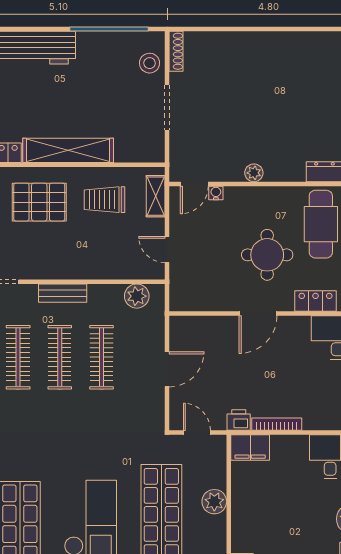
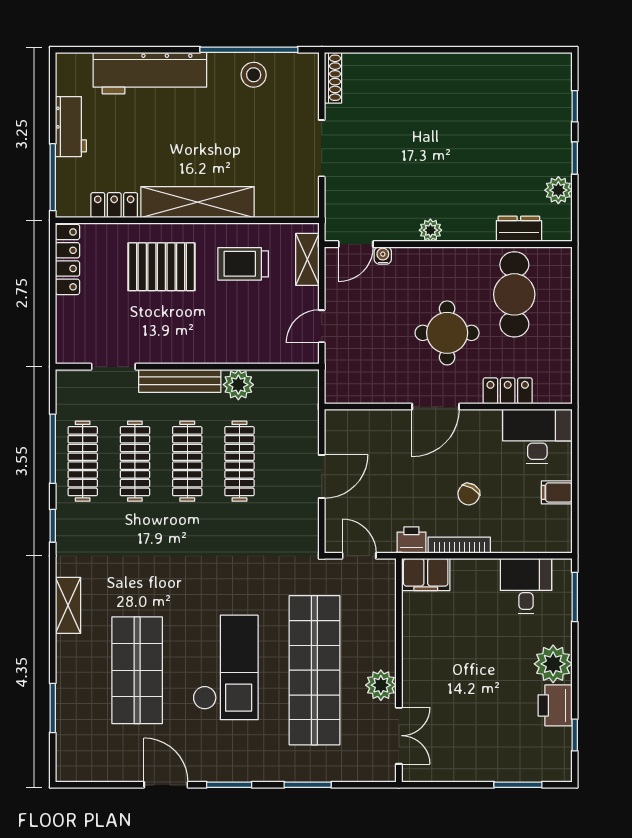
stool: (150, 63) -> (254, 75), moved
door: (167, 250) -> (322, 326), hinge flipped
bench: (63, 293) -> (180, 381), width x1.36
plant: (137, 296) -> (238, 385), moved
chair: (284, 383) -> (469, 494), added
plant: (214, 502) -> (381, 685), moved

